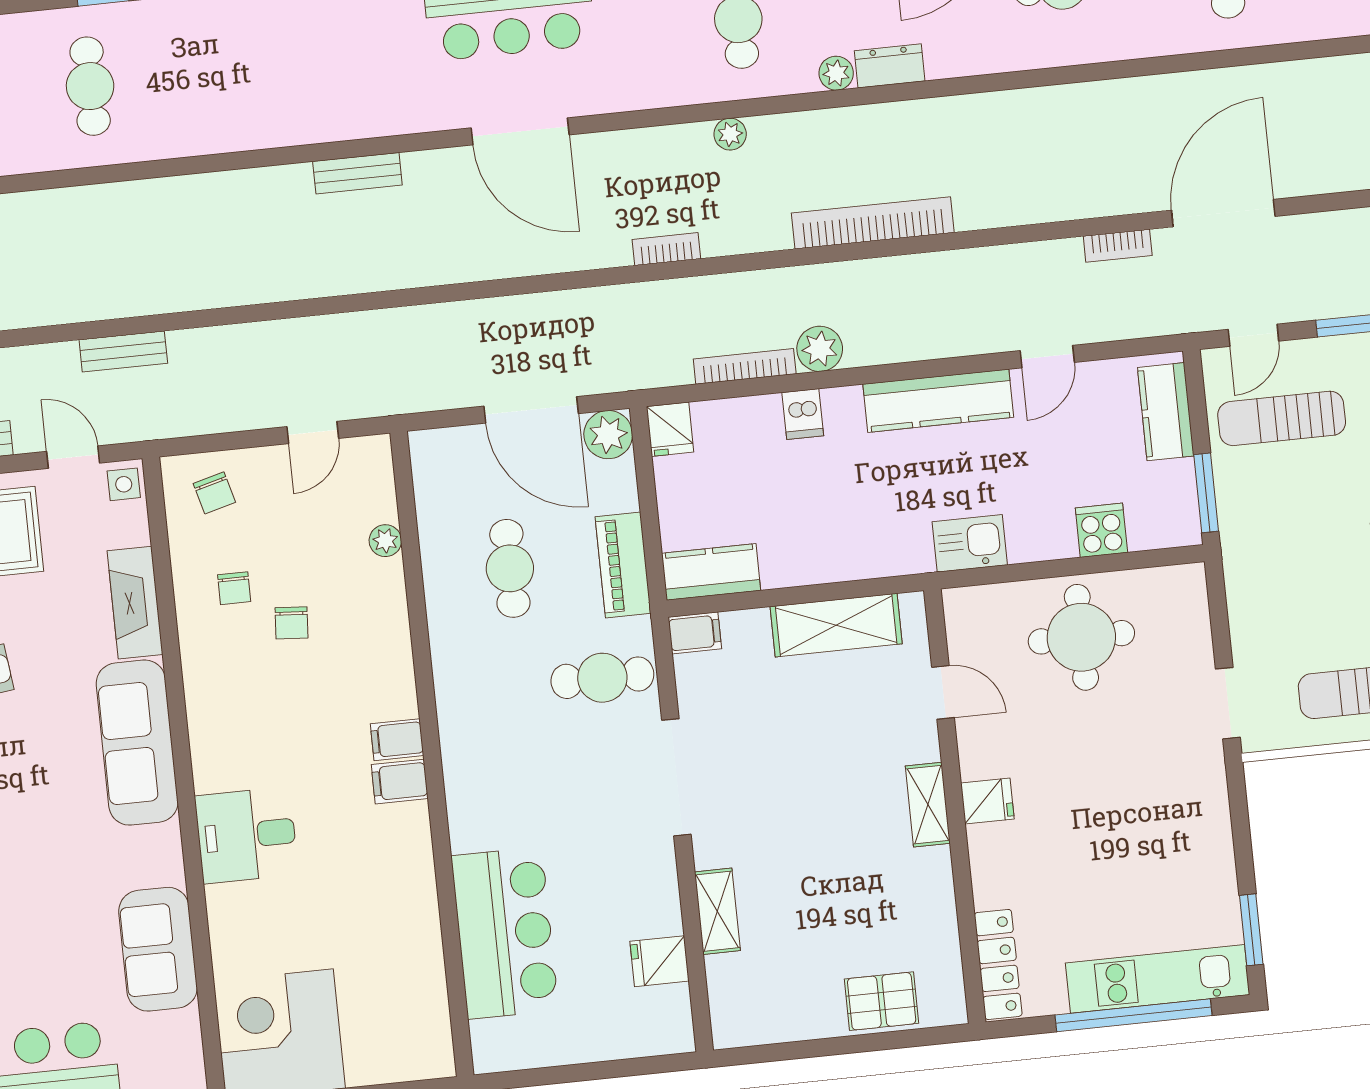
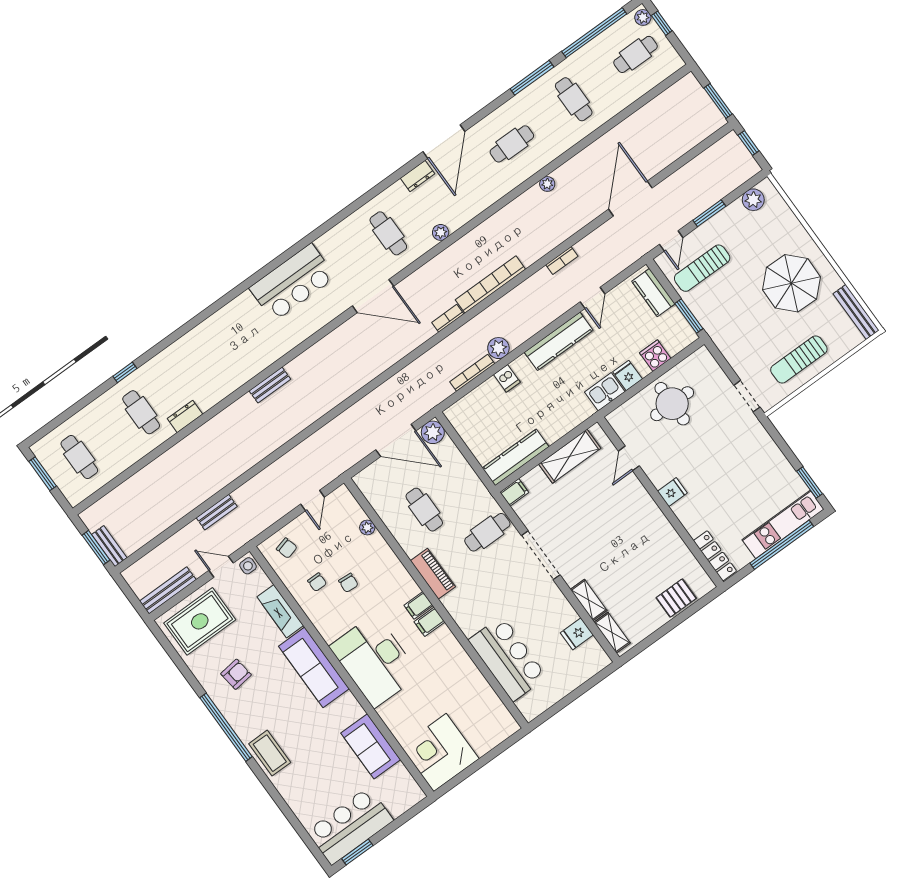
dresser: (890, 66) -> (185, 416), moved
door: (520, 131) -> (373, 296), moved
plant: (730, 134) -> (547, 184), moved
bookcase: (1118, 246) -> (562, 261), moved
bookcase: (666, 249) -> (448, 318), moved
fridge: (670, 429) -> (628, 375), moved, turned 180
piano: (623, 565) -> (433, 574), moved, turned 180
kitchen counter: (711, 572) -> (516, 457), width x1.50
door: (943, 692) -> (629, 458), swing flipped
shelving: (928, 805) -> (612, 633), moved
desk: (246, 835) -> (375, 661), width x1.87, depth x1.30

